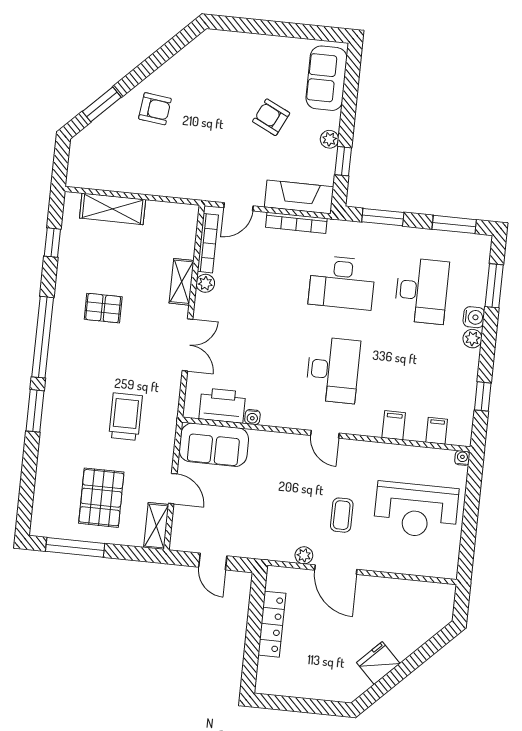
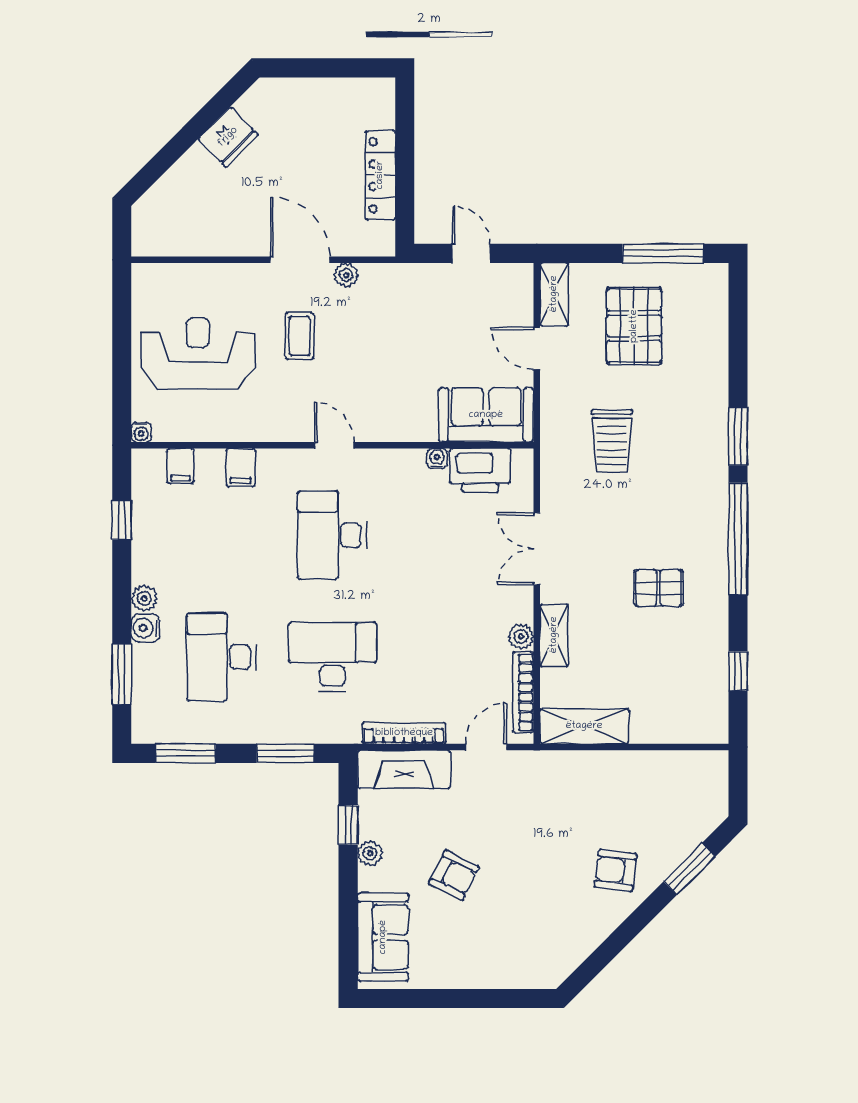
shelving: (113, 209) -> (584, 726), moved

